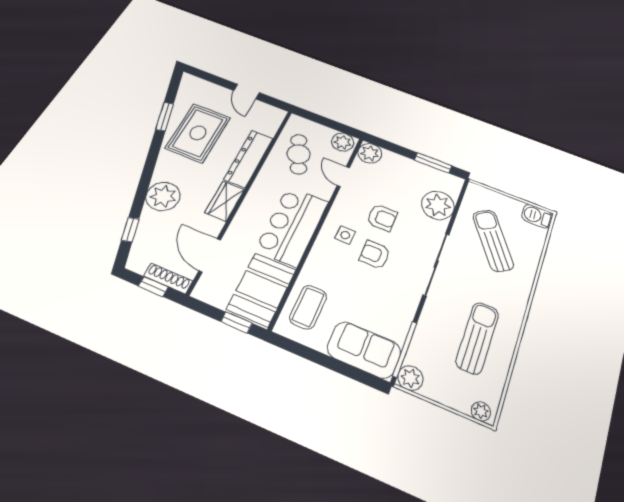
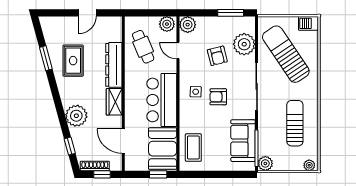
door: (247, 92) -> (87, 13), hinge flipped
rug: (198, 133) -> (73, 61), width x0.73, depth x0.70
armchair: (382, 218) -> (217, 56), moved, turned 76
sun lounger: (493, 240) -> (286, 54), width x1.36, depth x1.34
shoe rack: (168, 278) -> (95, 166), moved
sofa: (364, 350) -> (243, 141), moved, turned -90

